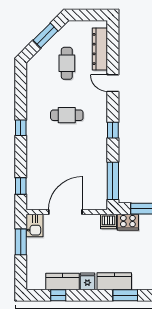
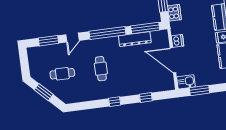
dresser: (100, 49) -> (135, 39), moved
window: (113, 51) -> (49, 41), added
window: (113, 130) -> (107, 33), width x3.17
window: (21, 186) -> (146, 98), moved
dishwasher: (108, 221) -> (178, 41), moved

